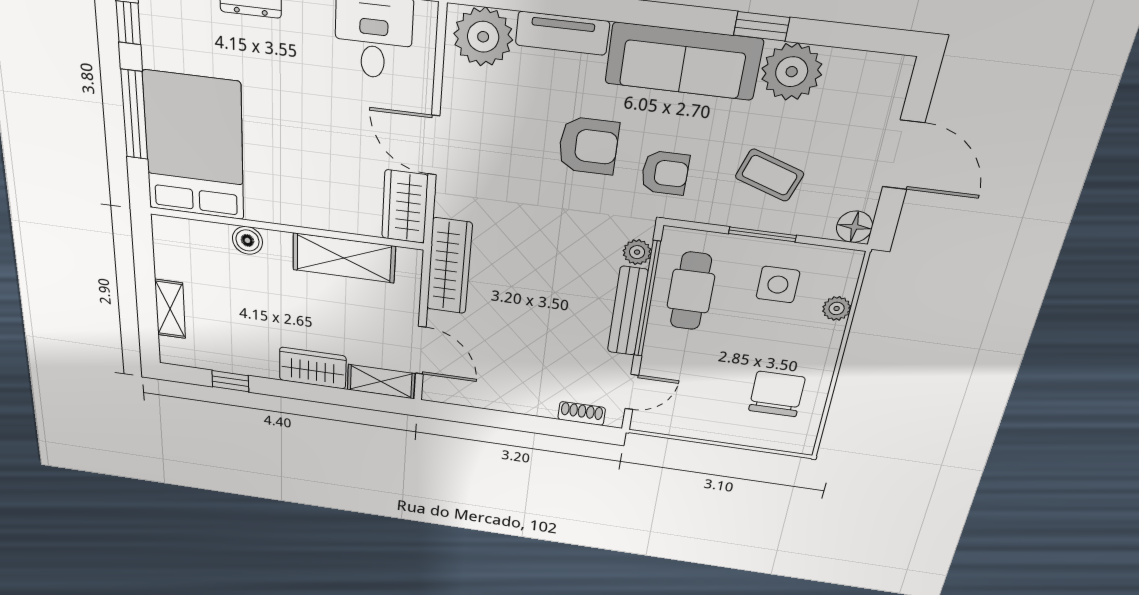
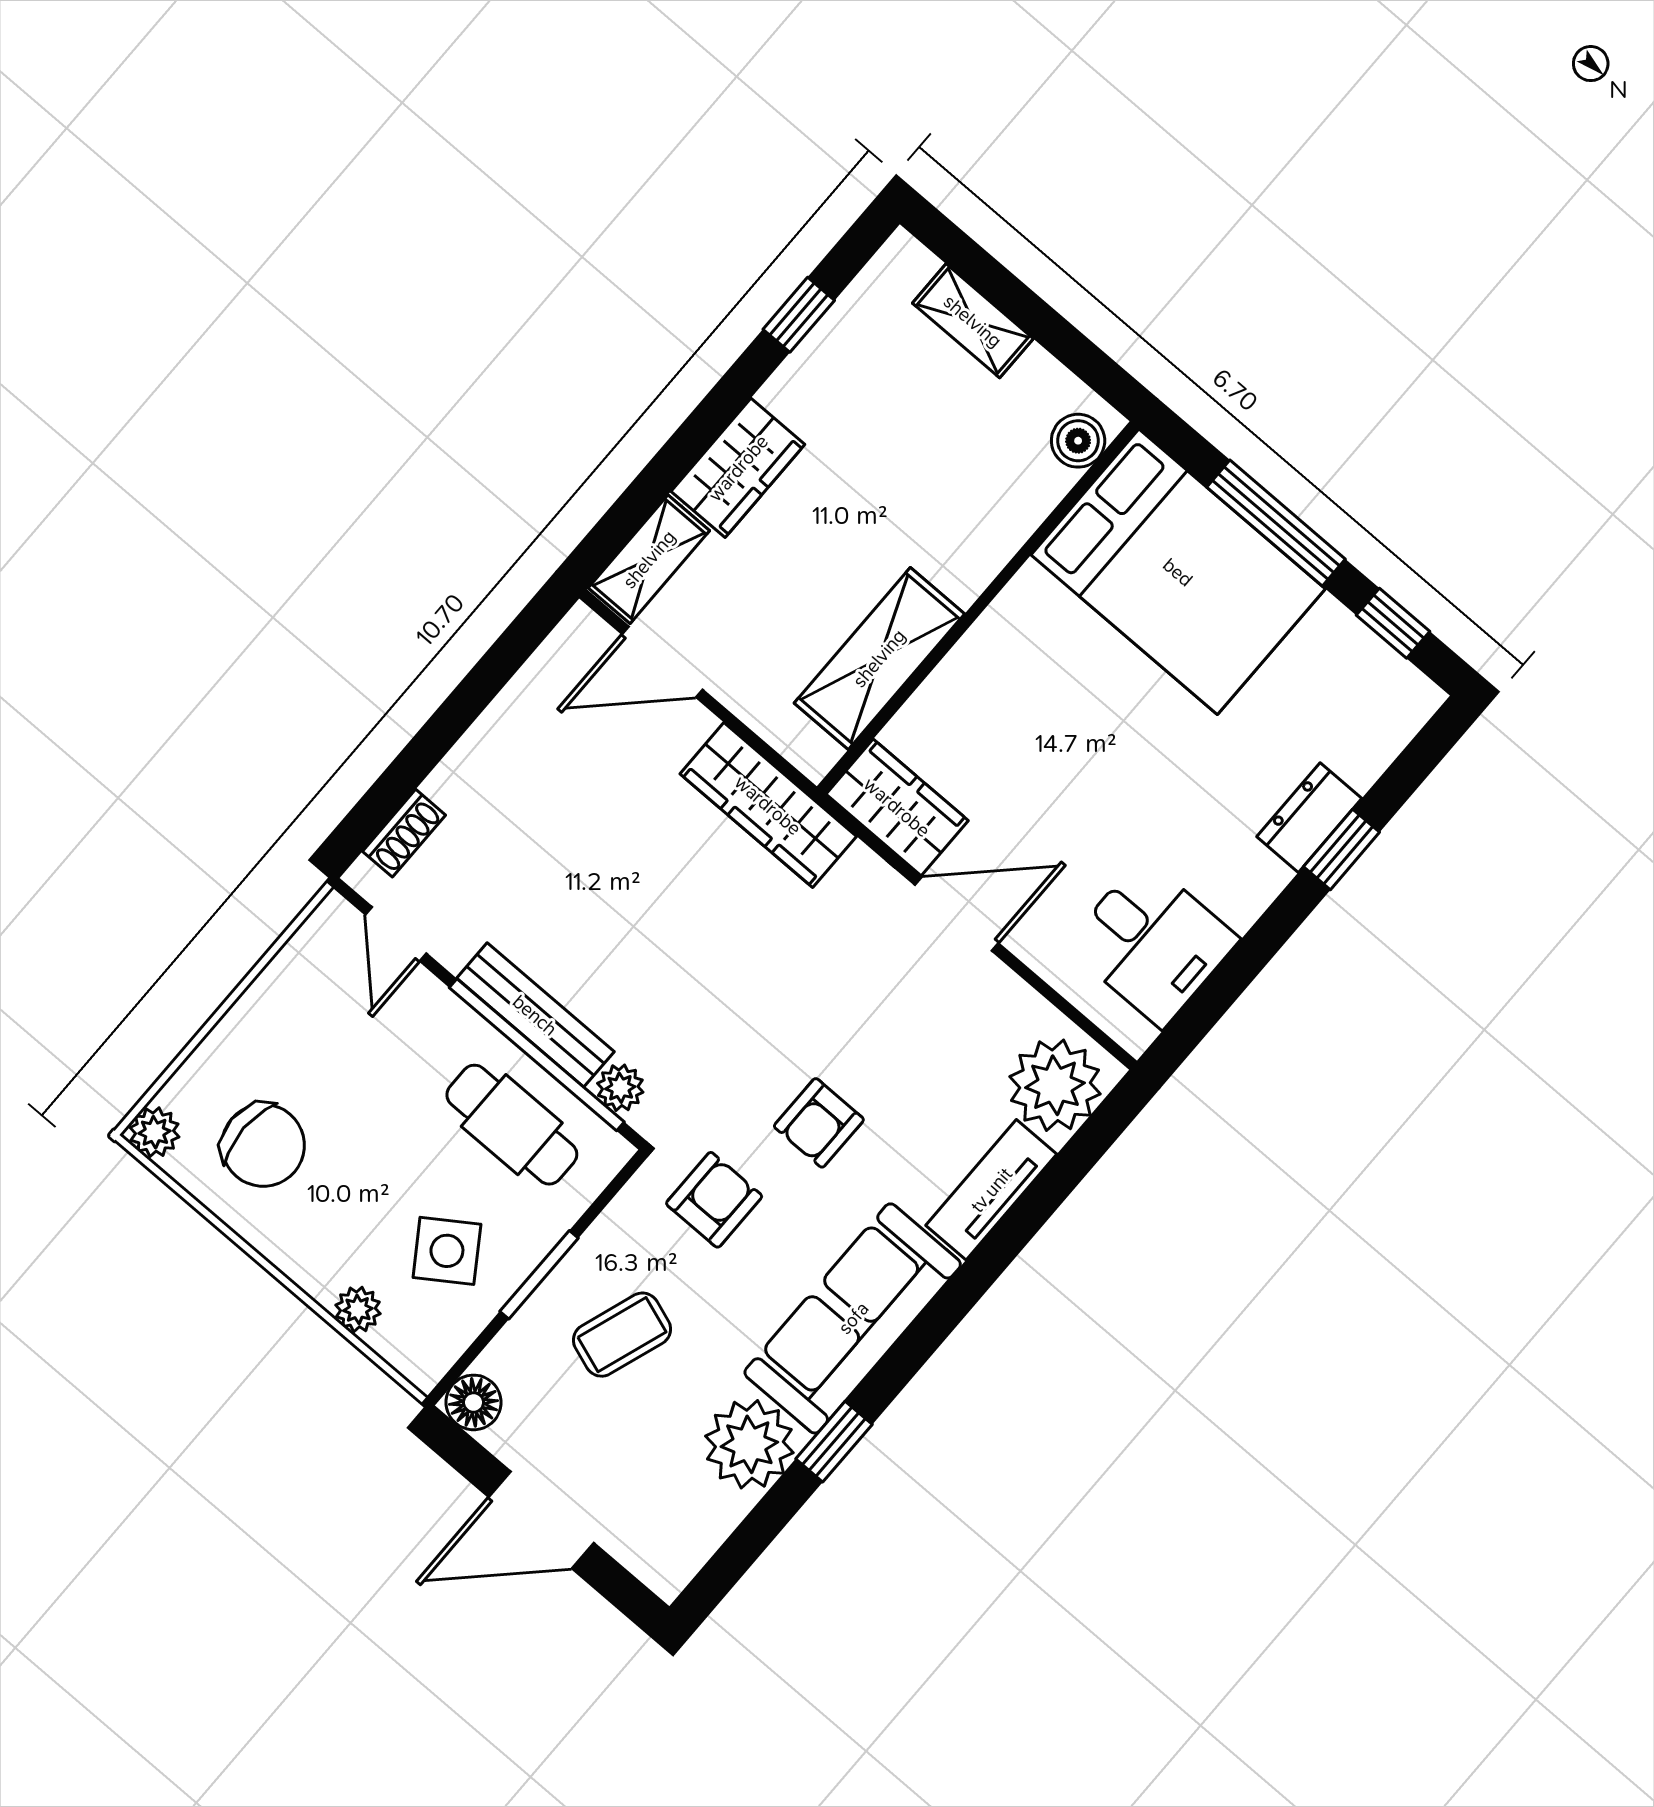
armchair: (588, 146) -> (819, 1123), width x0.72, depth x0.72
armchair: (665, 173) -> (714, 1200), turned 180
boiler: (247, 240) -> (1078, 441), moved
side table: (778, 285) -> (447, 1251), turned -34
plant: (801, 442) -> (155, 1132), added

